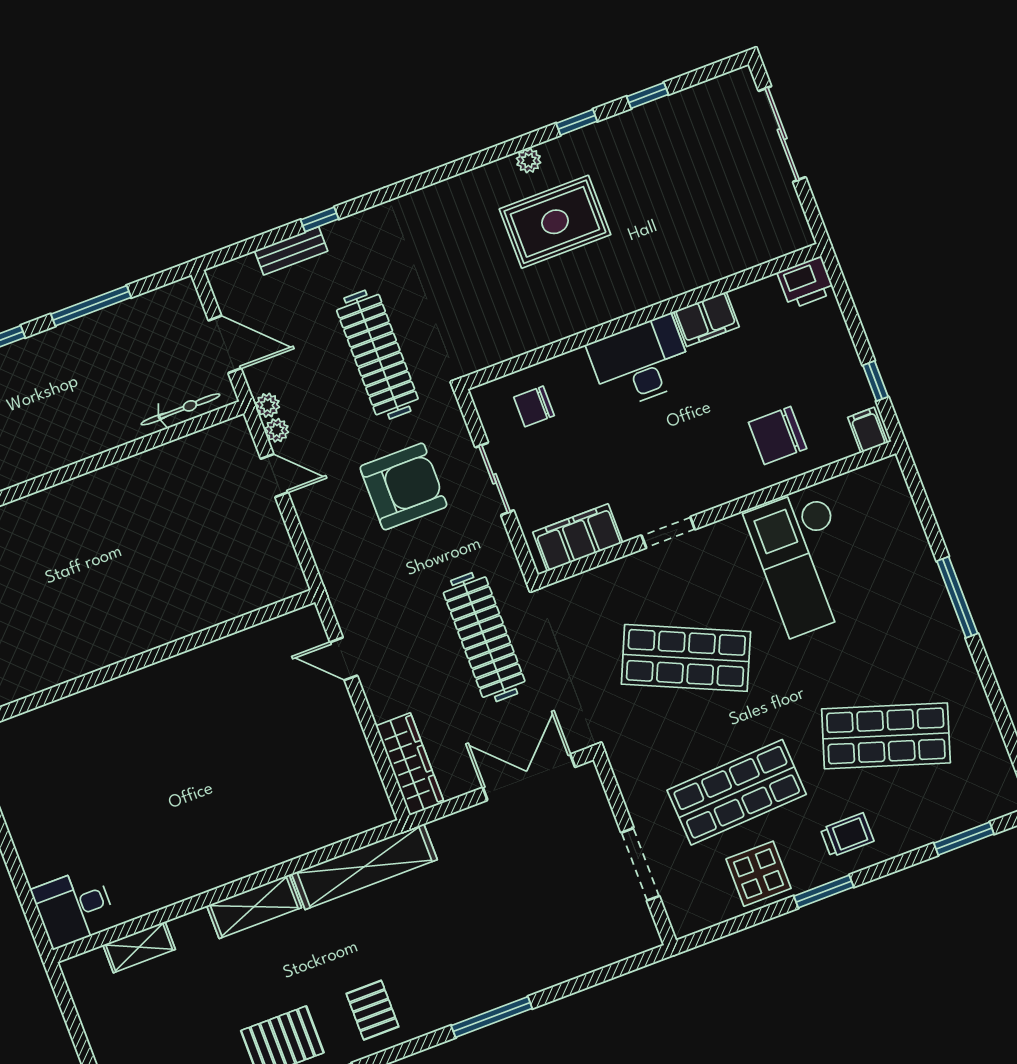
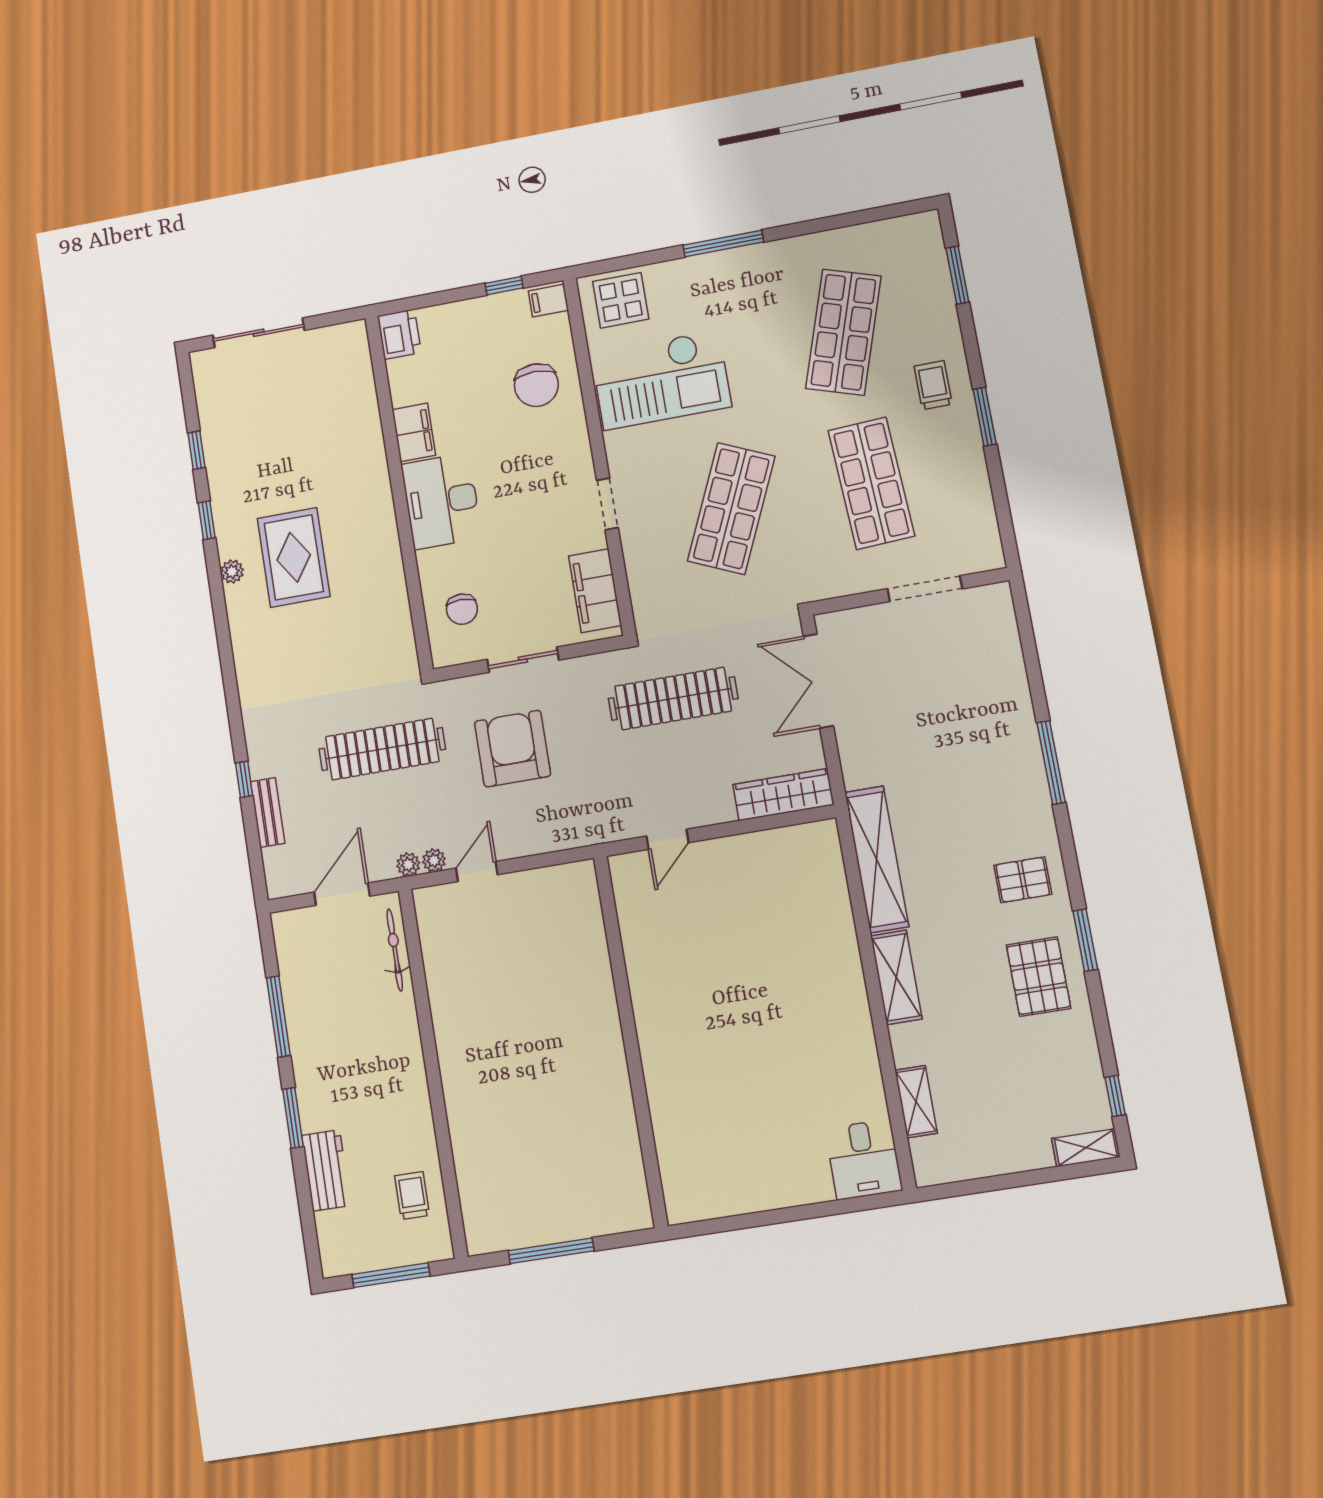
display table: (759, 874) -> (621, 300), moved

